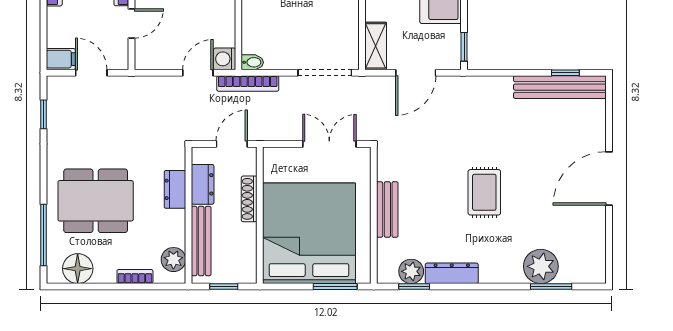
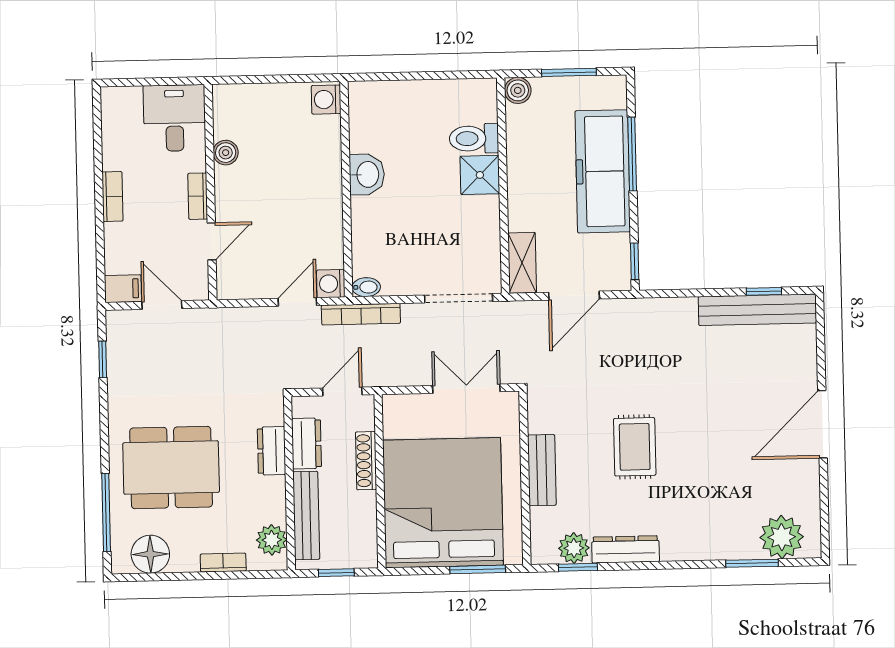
rug: (484, 192) -> (635, 447), moved
plant: (541, 266) -> (782, 537), moved

